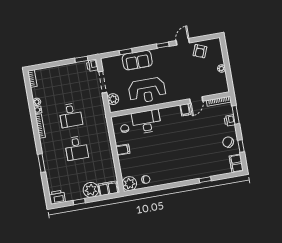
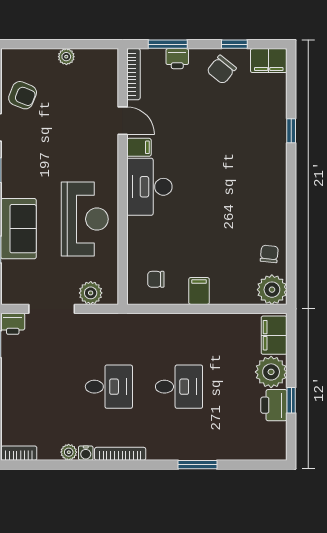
desk: (146, 122) -> (149, 187), moved
printer: (57, 197) -> (274, 405), moved

